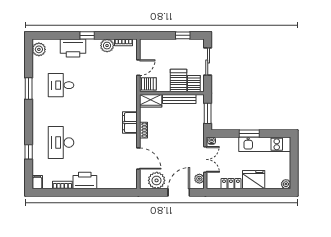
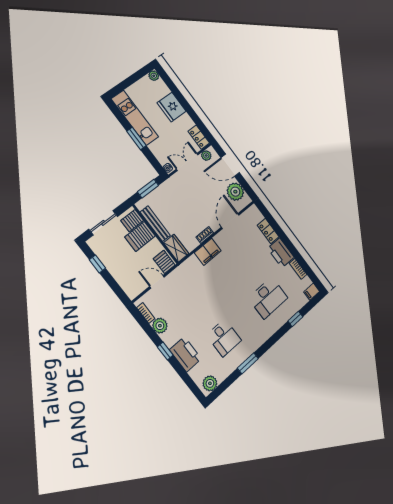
locker: (108, 183) -> (268, 231), added
locker: (231, 184) -> (199, 137), moved

